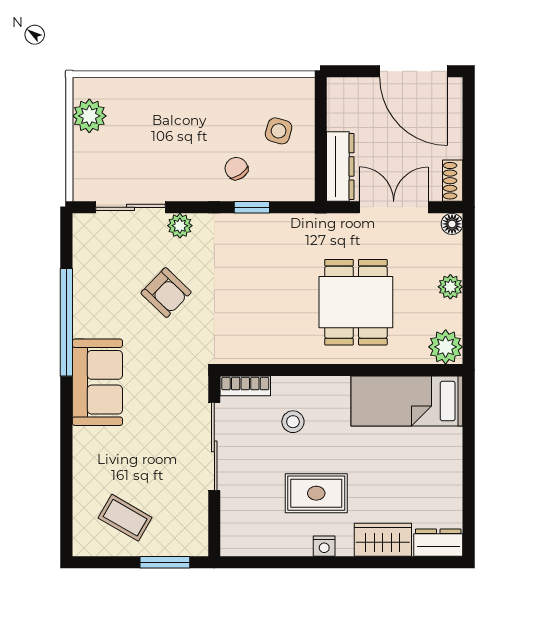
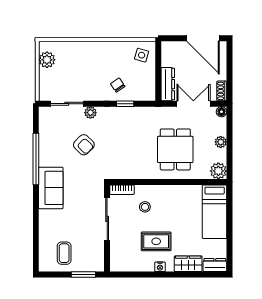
side table: (279, 131) -> (142, 55), moved
bed: (407, 401) -> (215, 212), moved, turned -90
coffee table: (125, 518) -> (64, 253), turned 60

